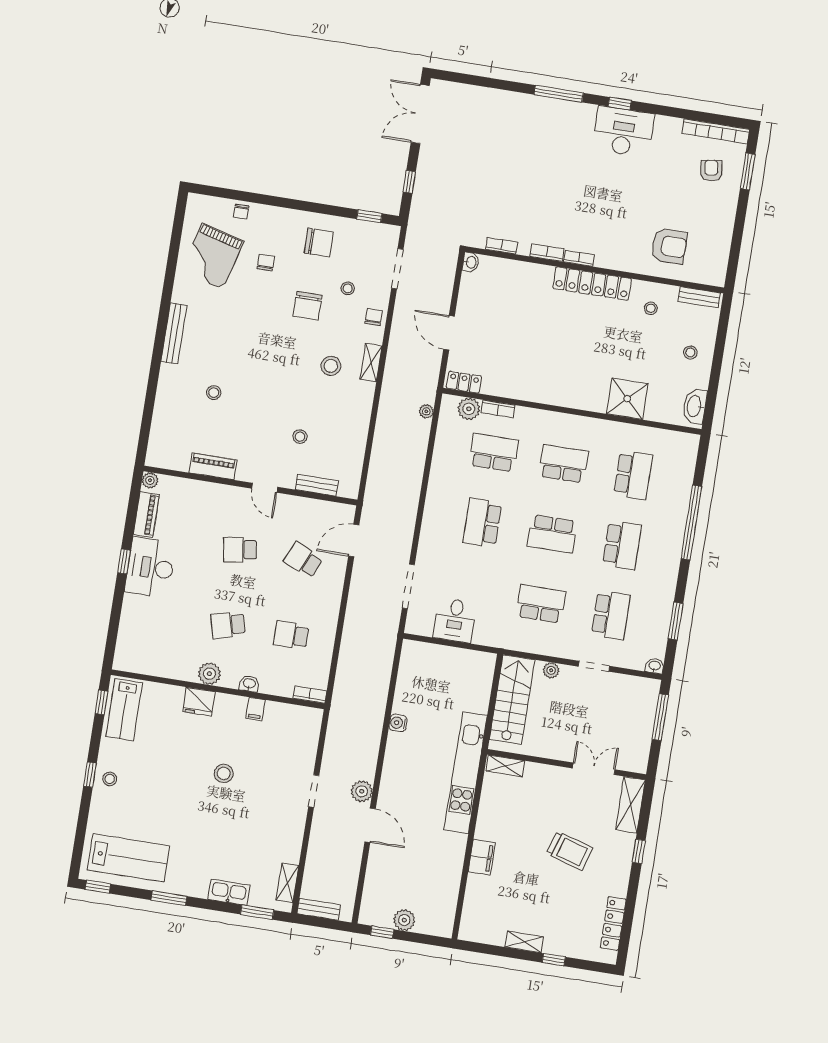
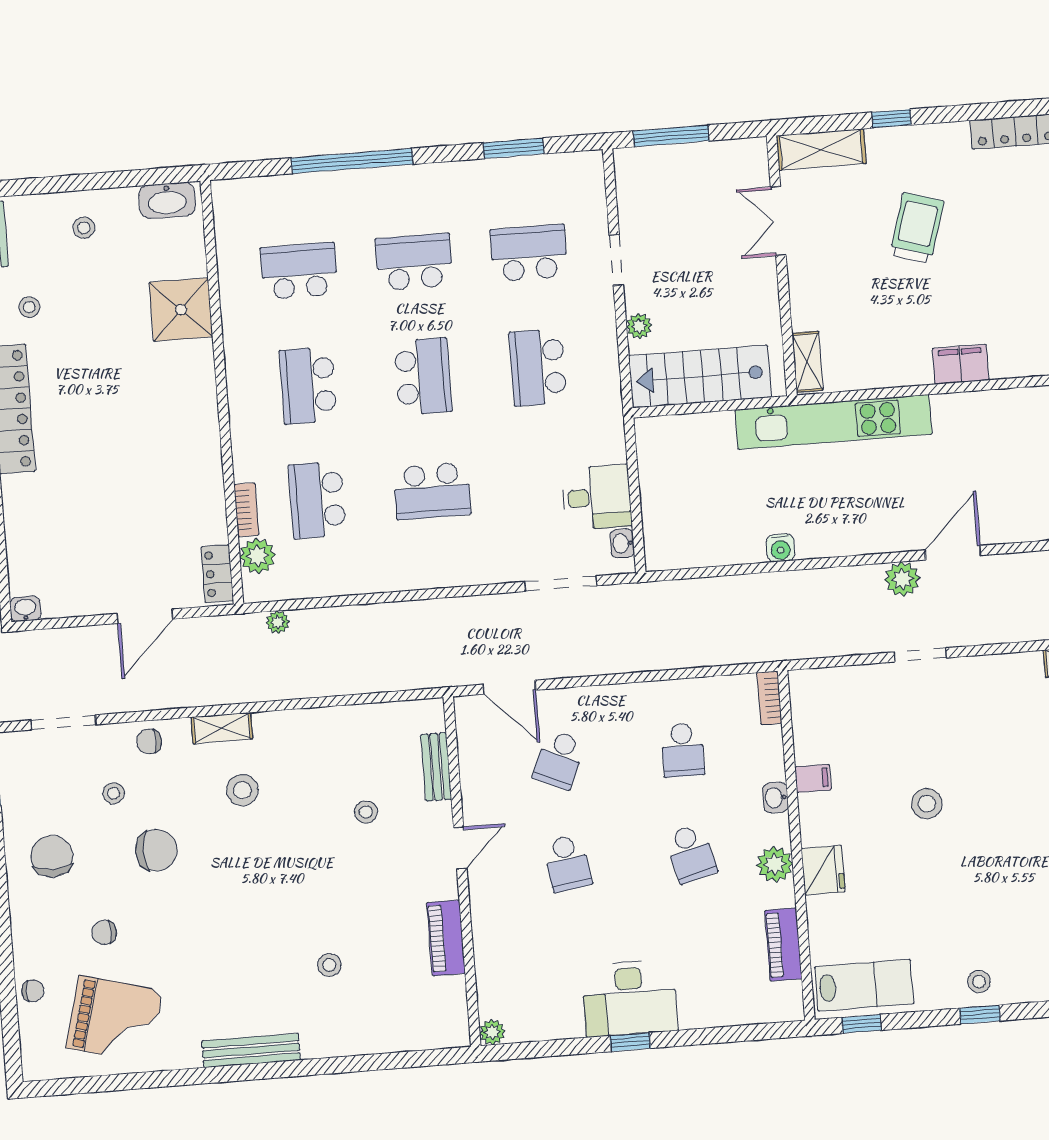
piano: (146, 514) -> (783, 945), moved, turned -90
washbasin: (655, 666) -> (622, 543), moved

